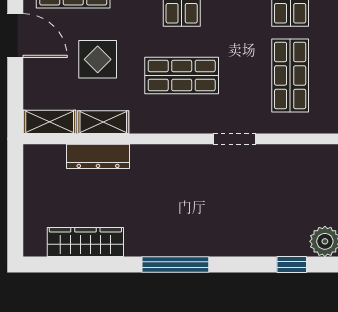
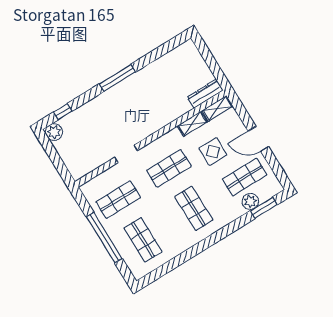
shop shelf: (290, 75) -> (118, 200), turned 90
dresser: (98, 156) -> (205, 94), moved
wardrobe: (85, 242) -> (166, 63), removed

